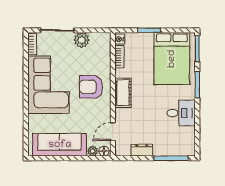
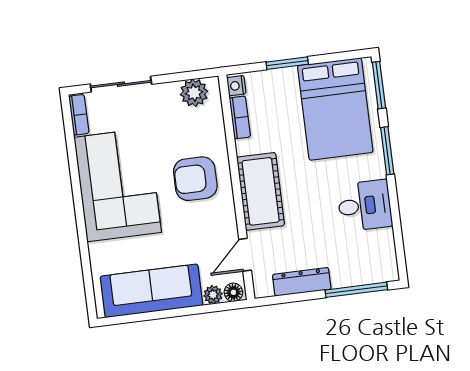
plant: (82, 40) -> (194, 93), moved
cot: (123, 93) -> (261, 191), width x1.37, depth x1.34
dresser: (142, 150) -> (302, 282), width x1.44

